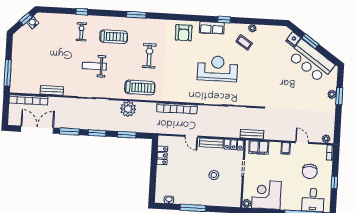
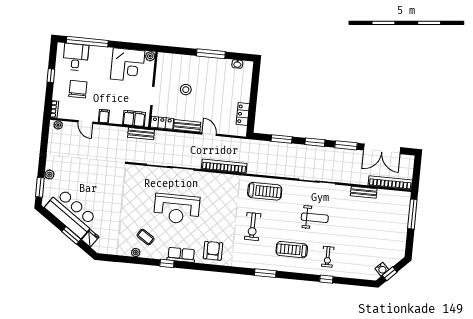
treadmill: (140, 88) -> (265, 191), turned 180
window: (339, 96) -> (40, 187), moved
plant: (128, 109) -> (279, 168), removed

